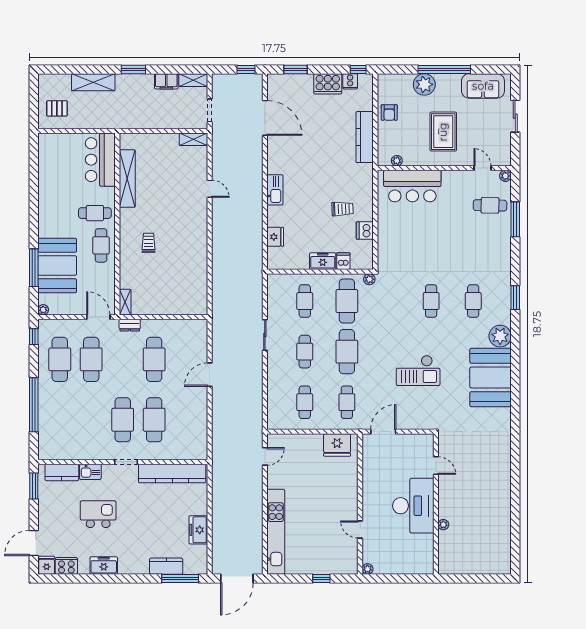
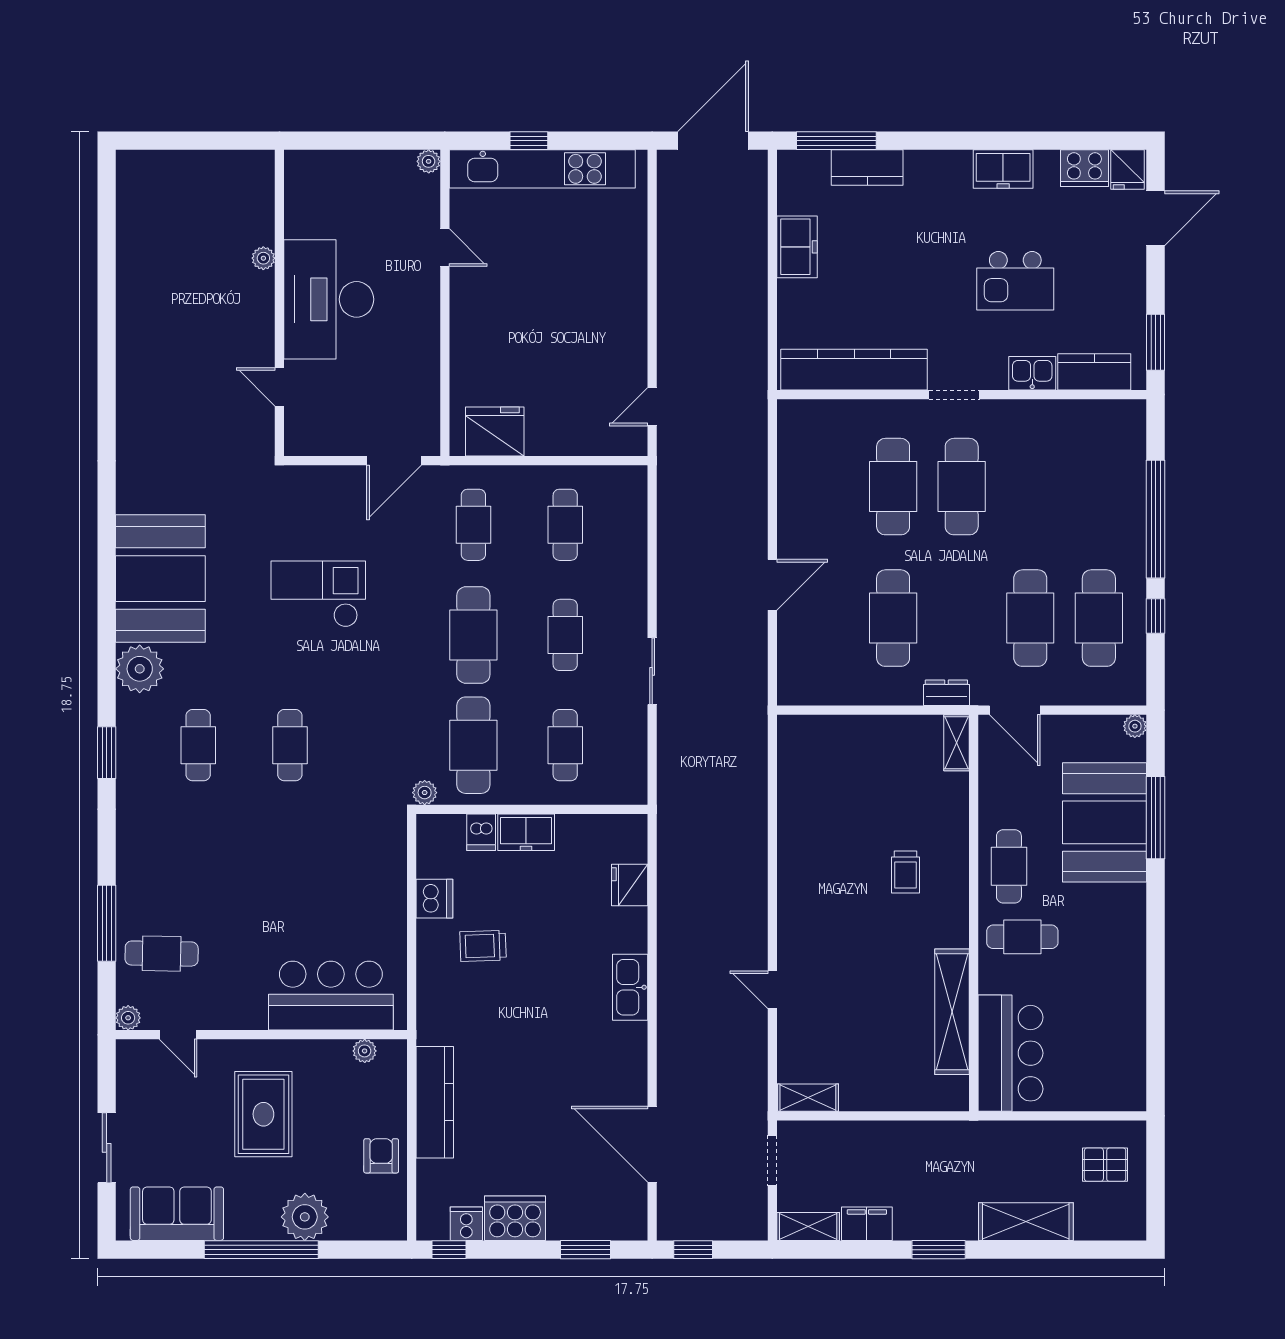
window: (34, 337) -> (1156, 616), moved
kitchen unit: (276, 532) -> (542, 169), moved, turned -90

